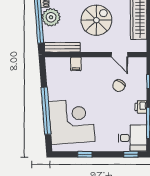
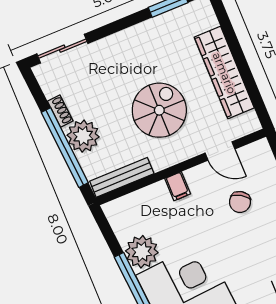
filing cabinet: (76, 64) -> (178, 186), moved
plant: (57, 90) -> (142, 252), added

